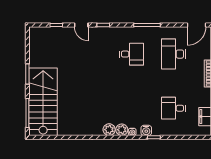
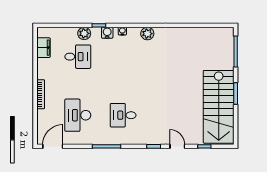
desk: (173, 54) -> (78, 115), turned 180
stairs: (43, 102) -> (219, 107), moved
plant: (122, 130) -> (84, 33), moved

